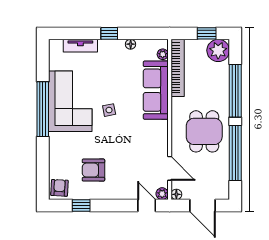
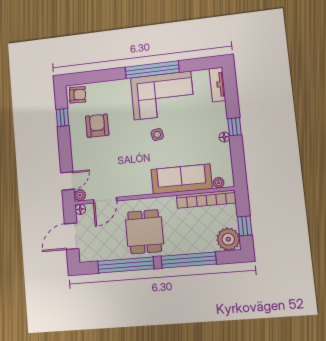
floor lamp: (131, 44) -> (224, 137), moved
tv unit: (80, 46) -> (217, 85), moved
dining table: (204, 131) -> (145, 232), turned 90

